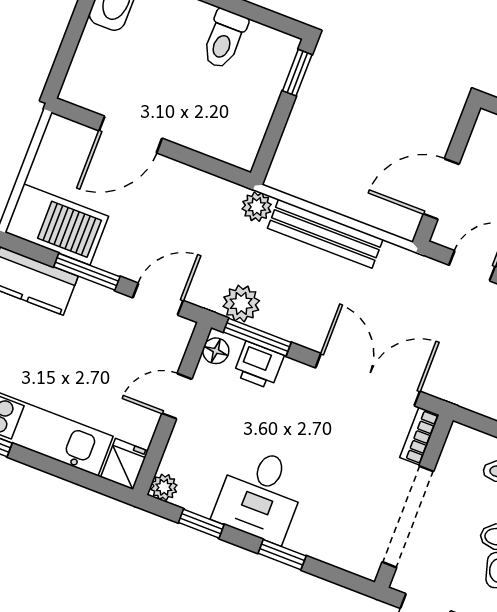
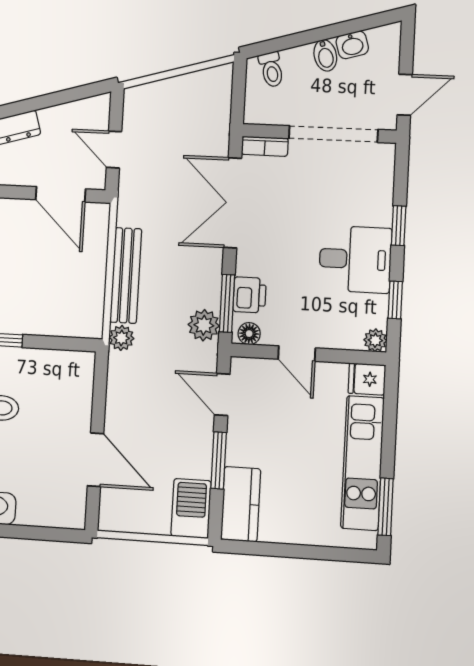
barbecue: (57, 224) -> (191, 508), width x0.73, depth x0.83

